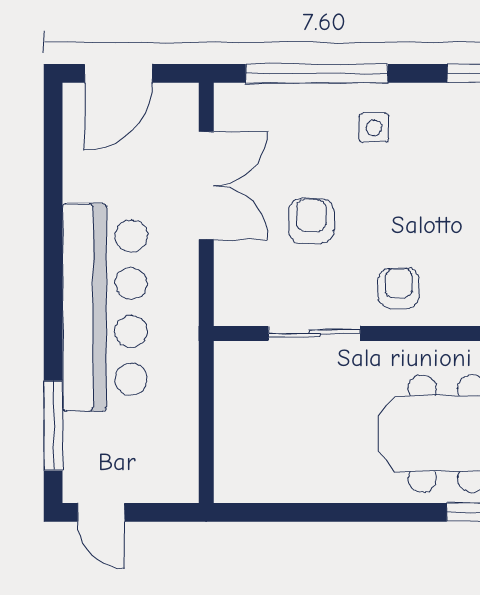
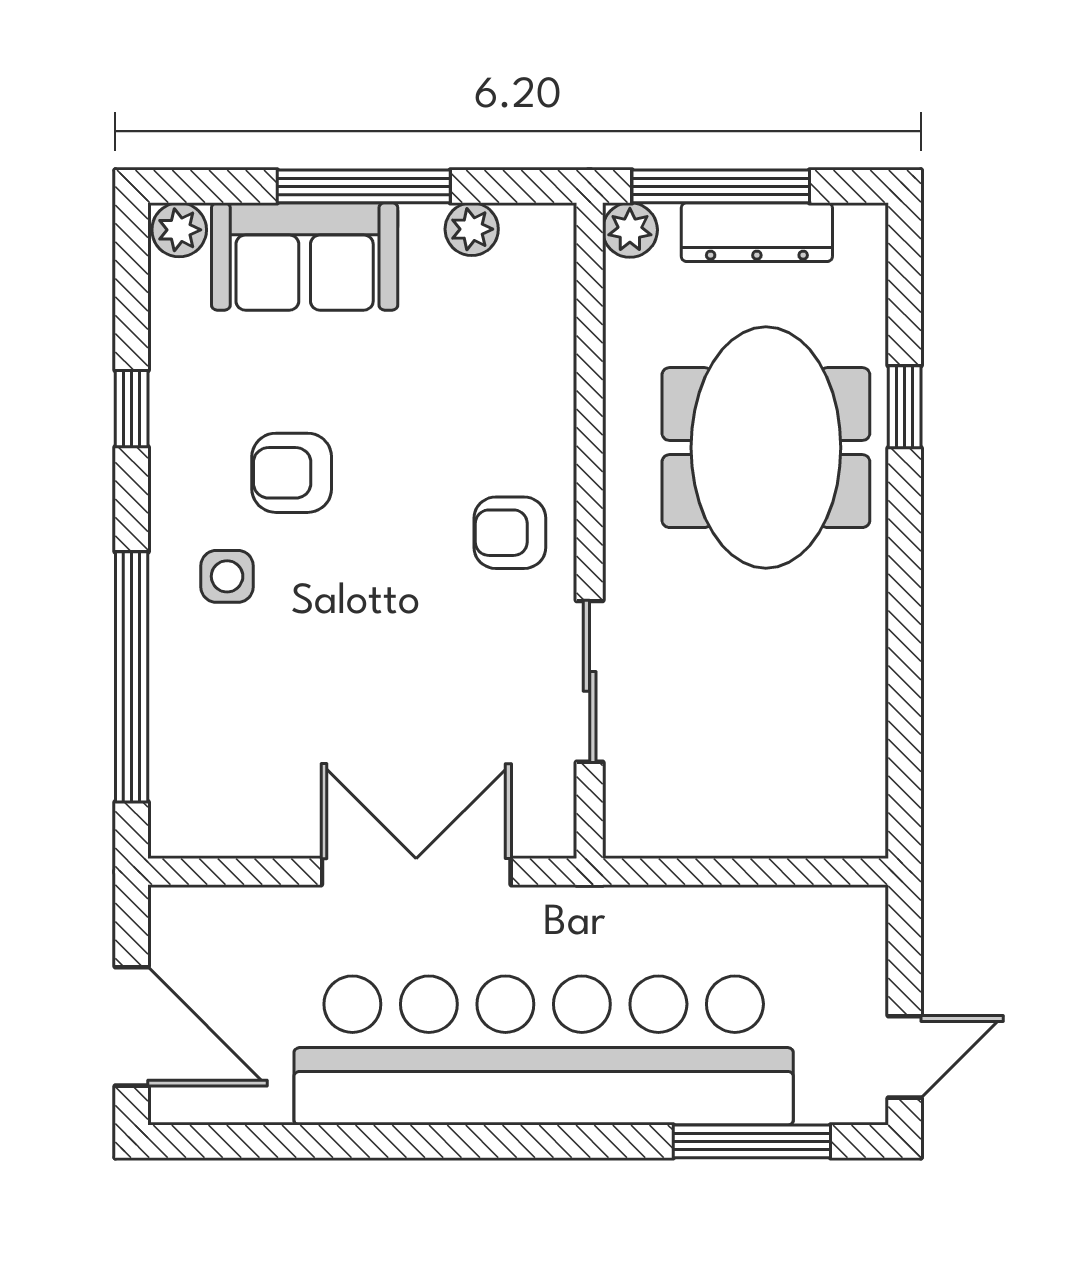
double door: (206, 186) -> (416, 872), moved
armchair: (311, 221) -> (292, 473), moved
bar counter: (105, 307) -> (544, 1050), width x1.36

